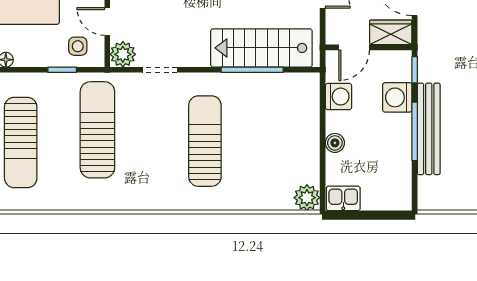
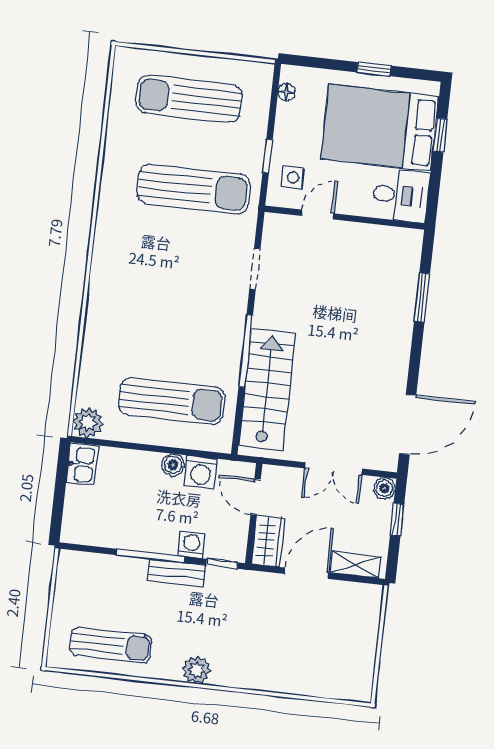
plant: (123, 54) -> (278, 228), removed
window: (252, 70) -> (246, 351), moved
washing machine: (397, 97) -> (192, 545), width x0.73, depth x0.73
bench: (429, 129) -> (176, 573), width x0.54, depth x0.82
sun lounger: (205, 141) -> (172, 401), moved
boiler: (335, 143) -> (173, 465), moved

